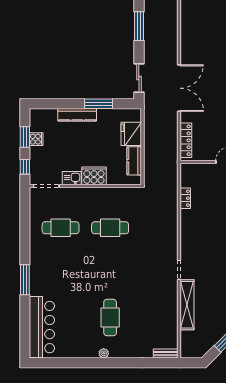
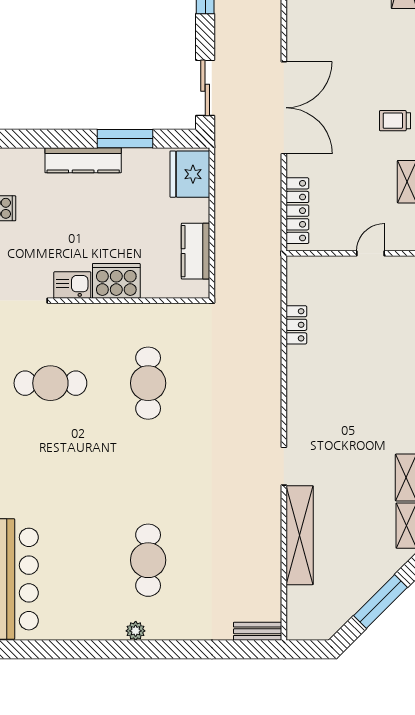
fridge: (131, 134) -> (190, 174), moved
cafe table: (110, 228) -> (148, 383), turned 90

